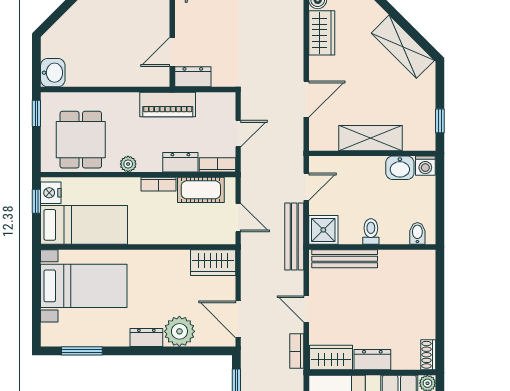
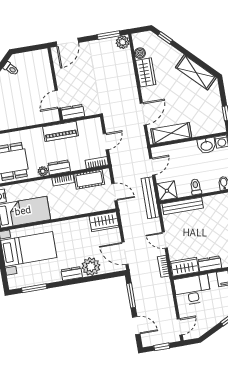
shelving: (371, 138) -> (171, 133), moved
dresser: (180, 162) -> (59, 167), moved

